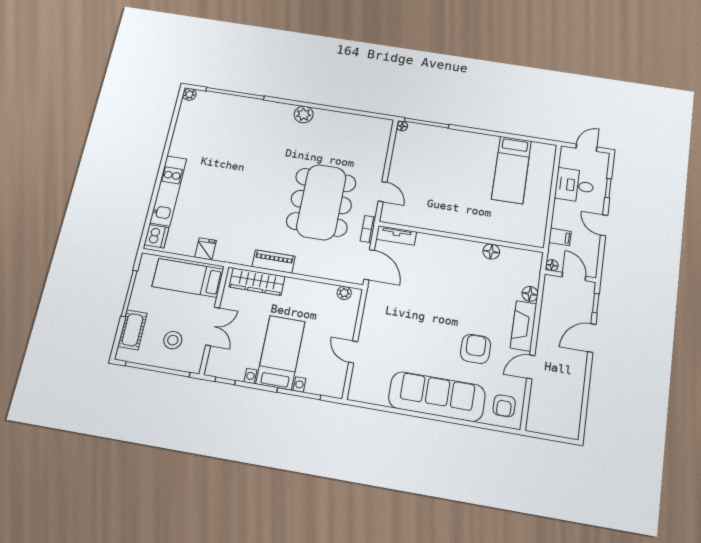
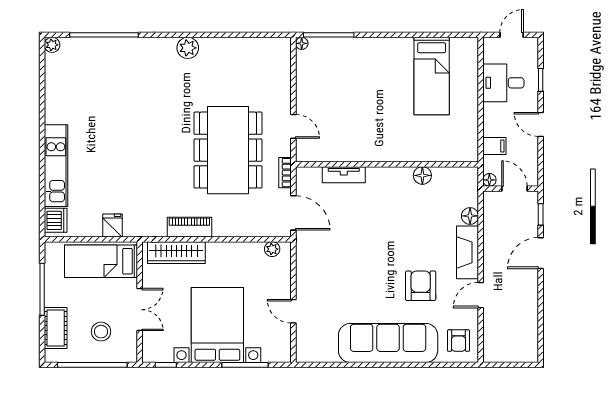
tv unit: (396, 235) -> (344, 175), moved
bed with nightstands: (281, 352) -> (217, 325), width x1.36

